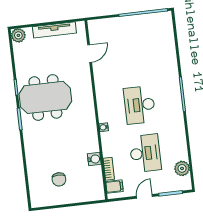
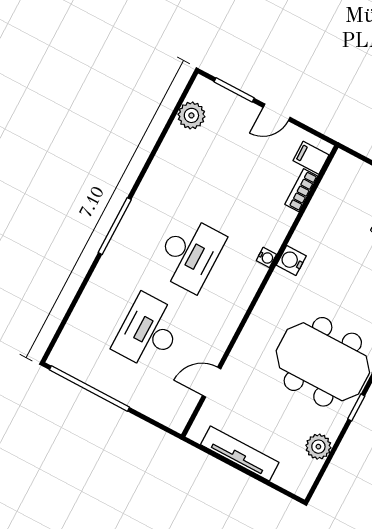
plant: (18, 35) -> (318, 447), moved
desk: (145, 153) -> (148, 332), moved
water cooler: (94, 159) -> (291, 261), moved

